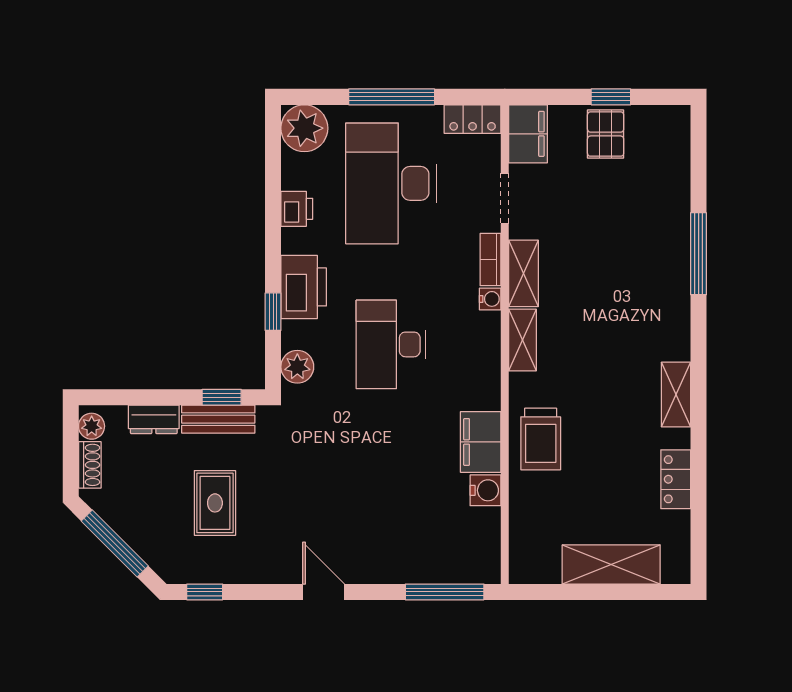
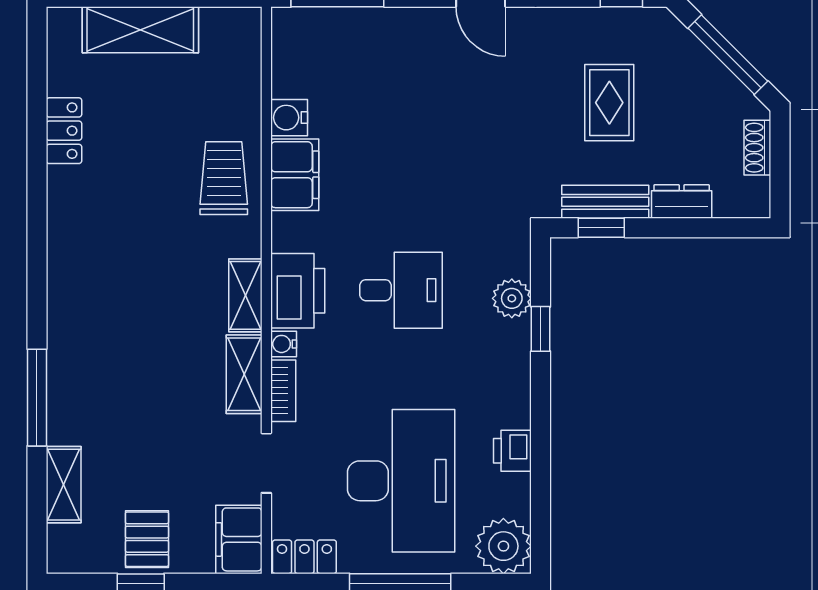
printer: (304, 287) -> (298, 291), moved, turned 180
desk: (391, 344) -> (401, 290), width x0.73
plant: (297, 367) -> (512, 298), moved
shelving: (676, 395) -> (64, 485), moved
plant: (92, 426) -> (755, 193), removed

